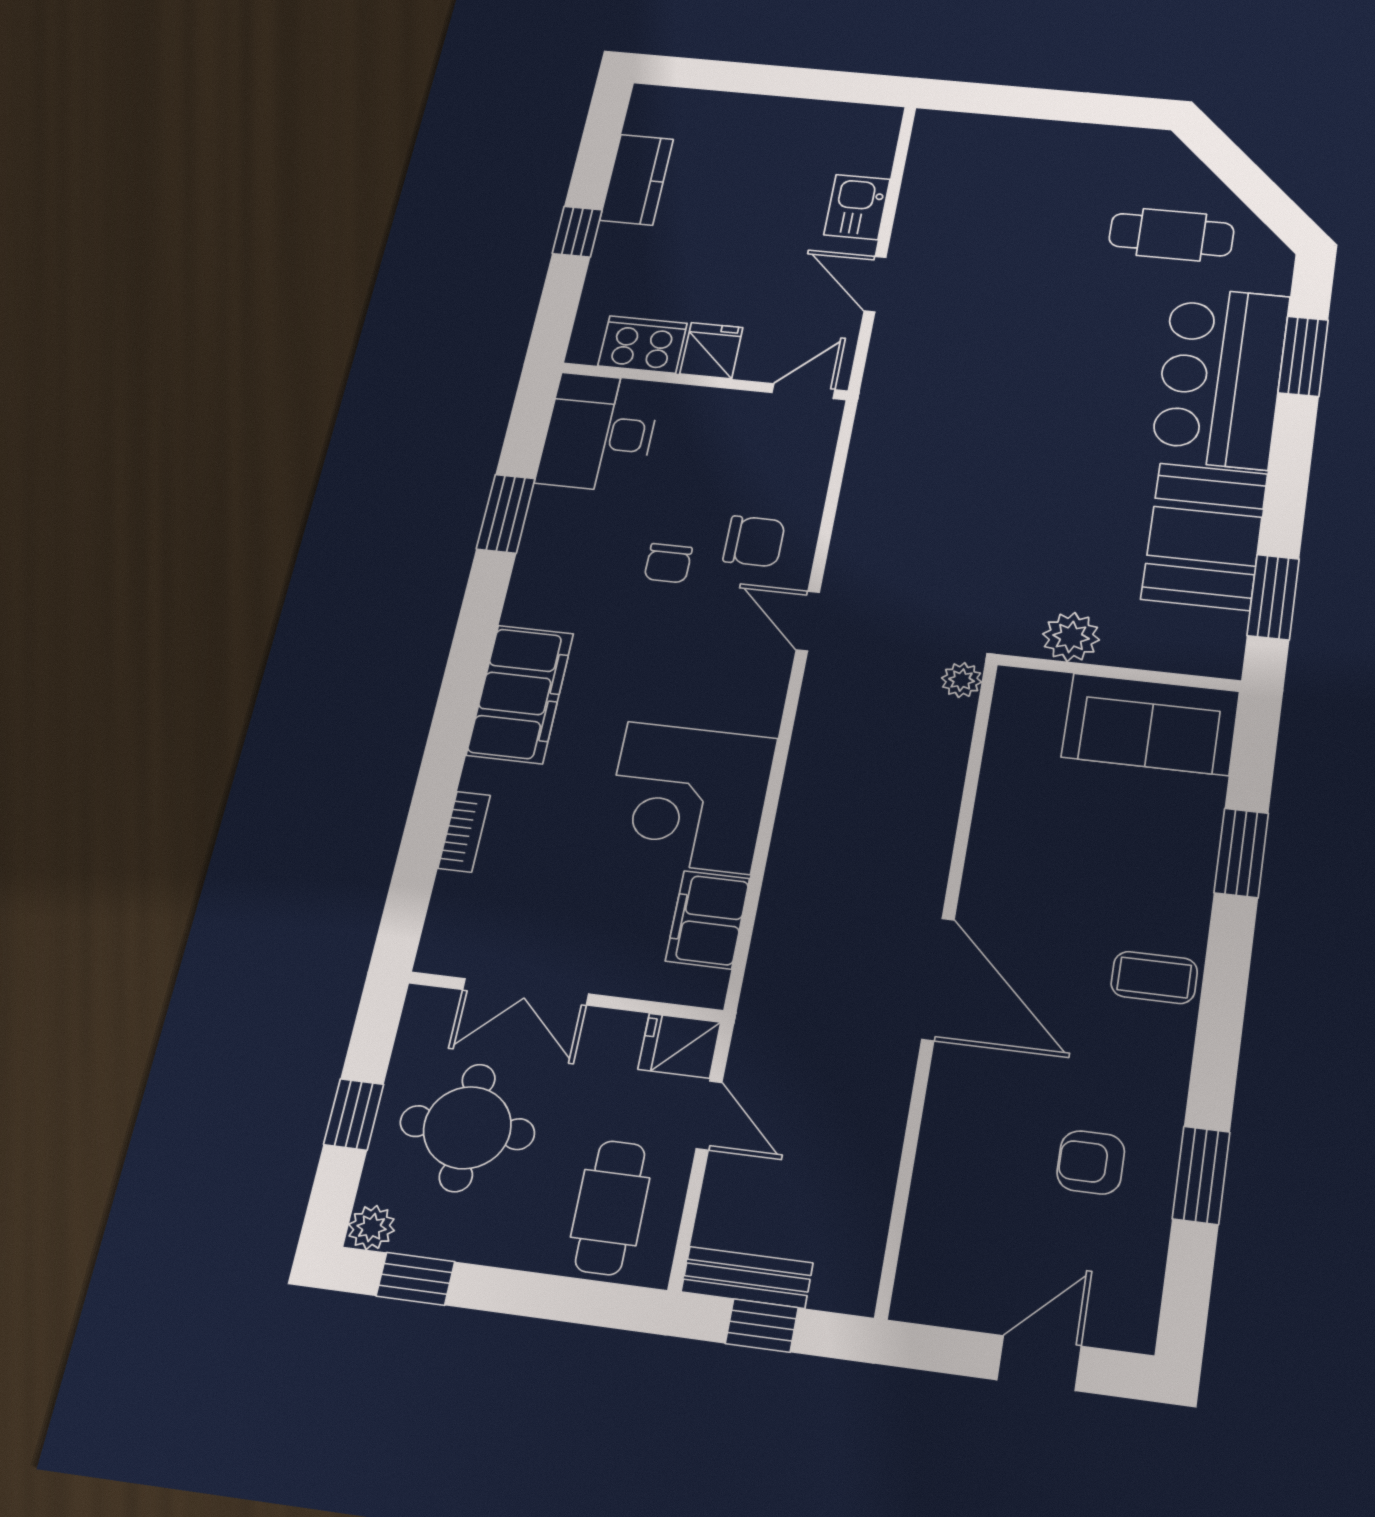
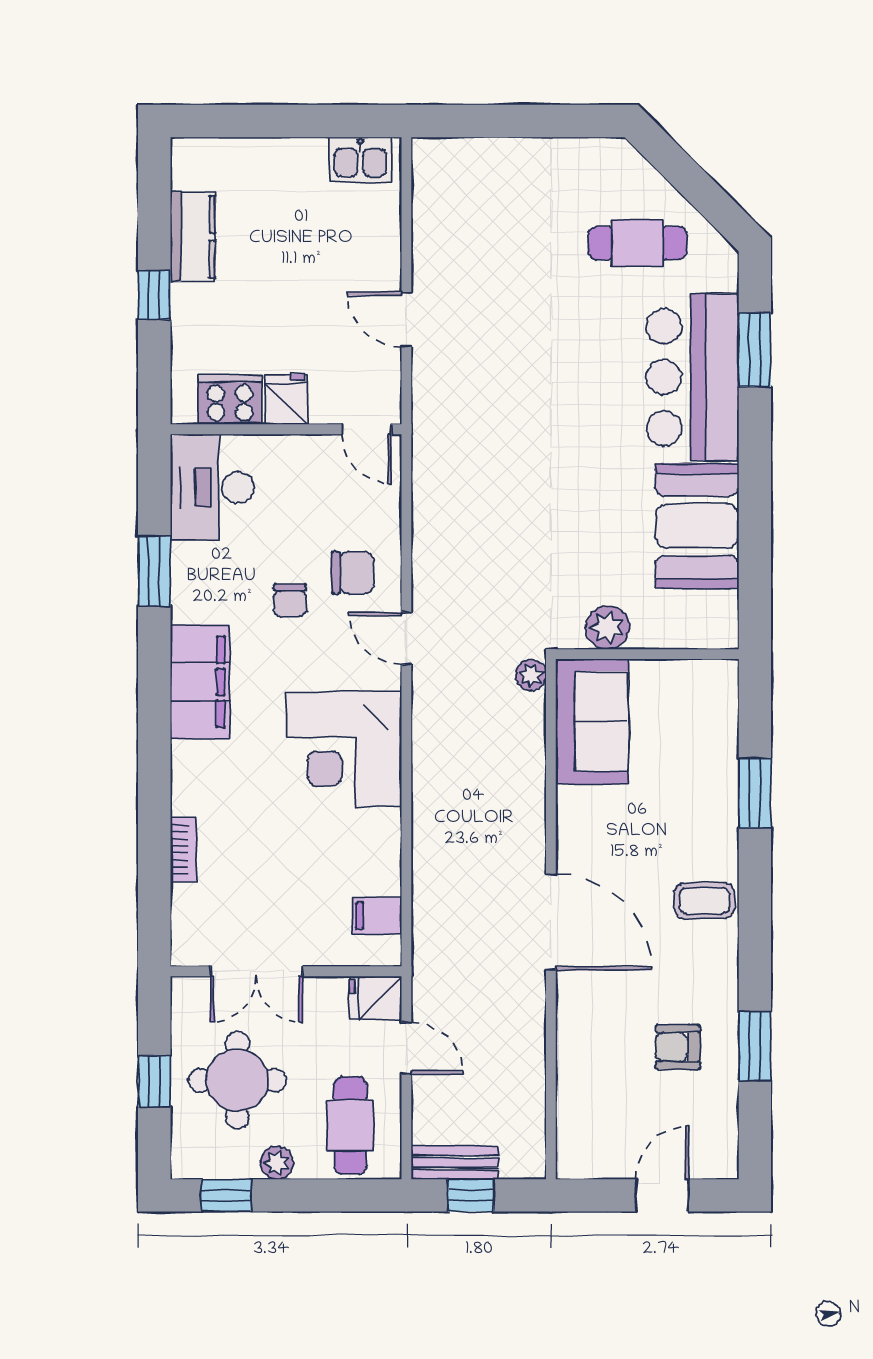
kitchen sink: (857, 207) -> (360, 160), moved, turned -90
door: (803, 391) -> (367, 429), swing flipped
window: (1273, 597) -> (755, 574), removed
filing cabinet: (520, 694) -> (200, 682), moved
sofa: (1151, 724) -> (592, 721), moved, turned -90
corner desk: (688, 797) -> (344, 749), moved
filing cabinet: (708, 920) -> (377, 916), width x0.50
plant: (372, 1227) -> (277, 1163), moved

